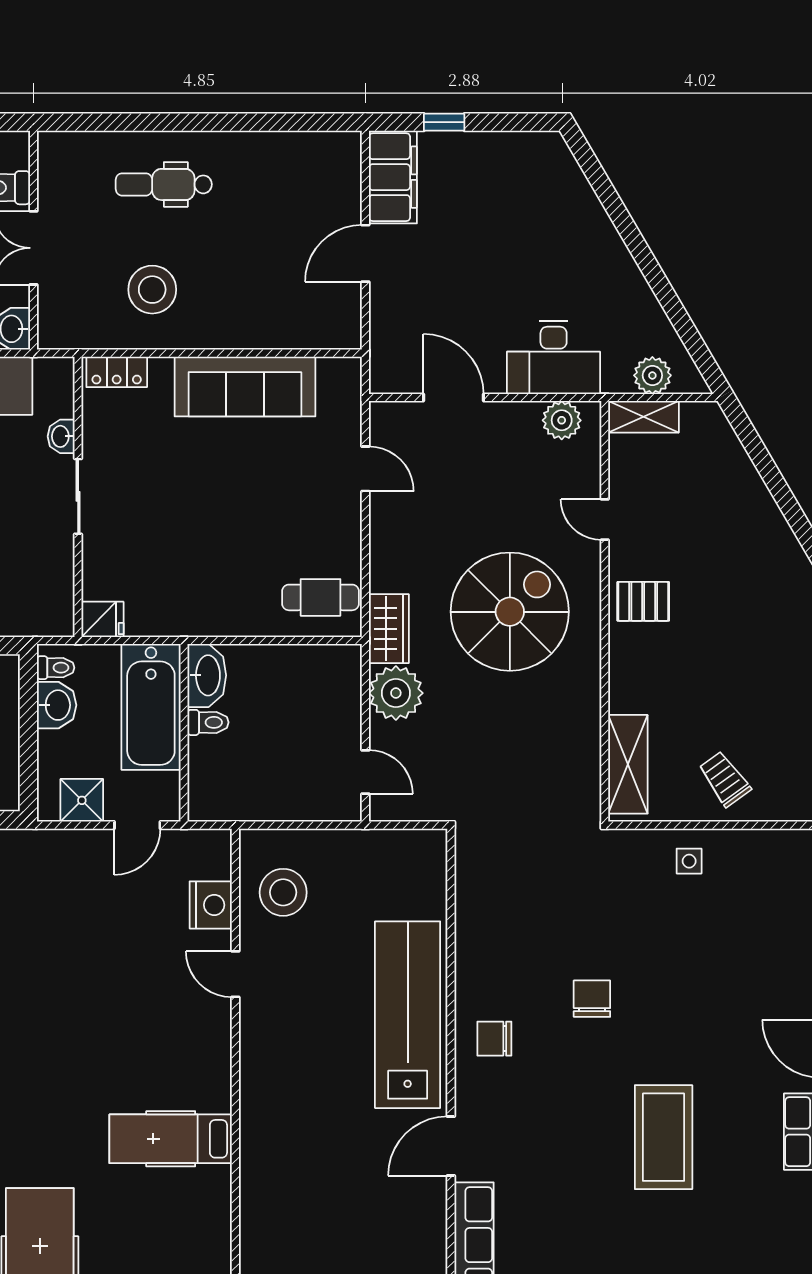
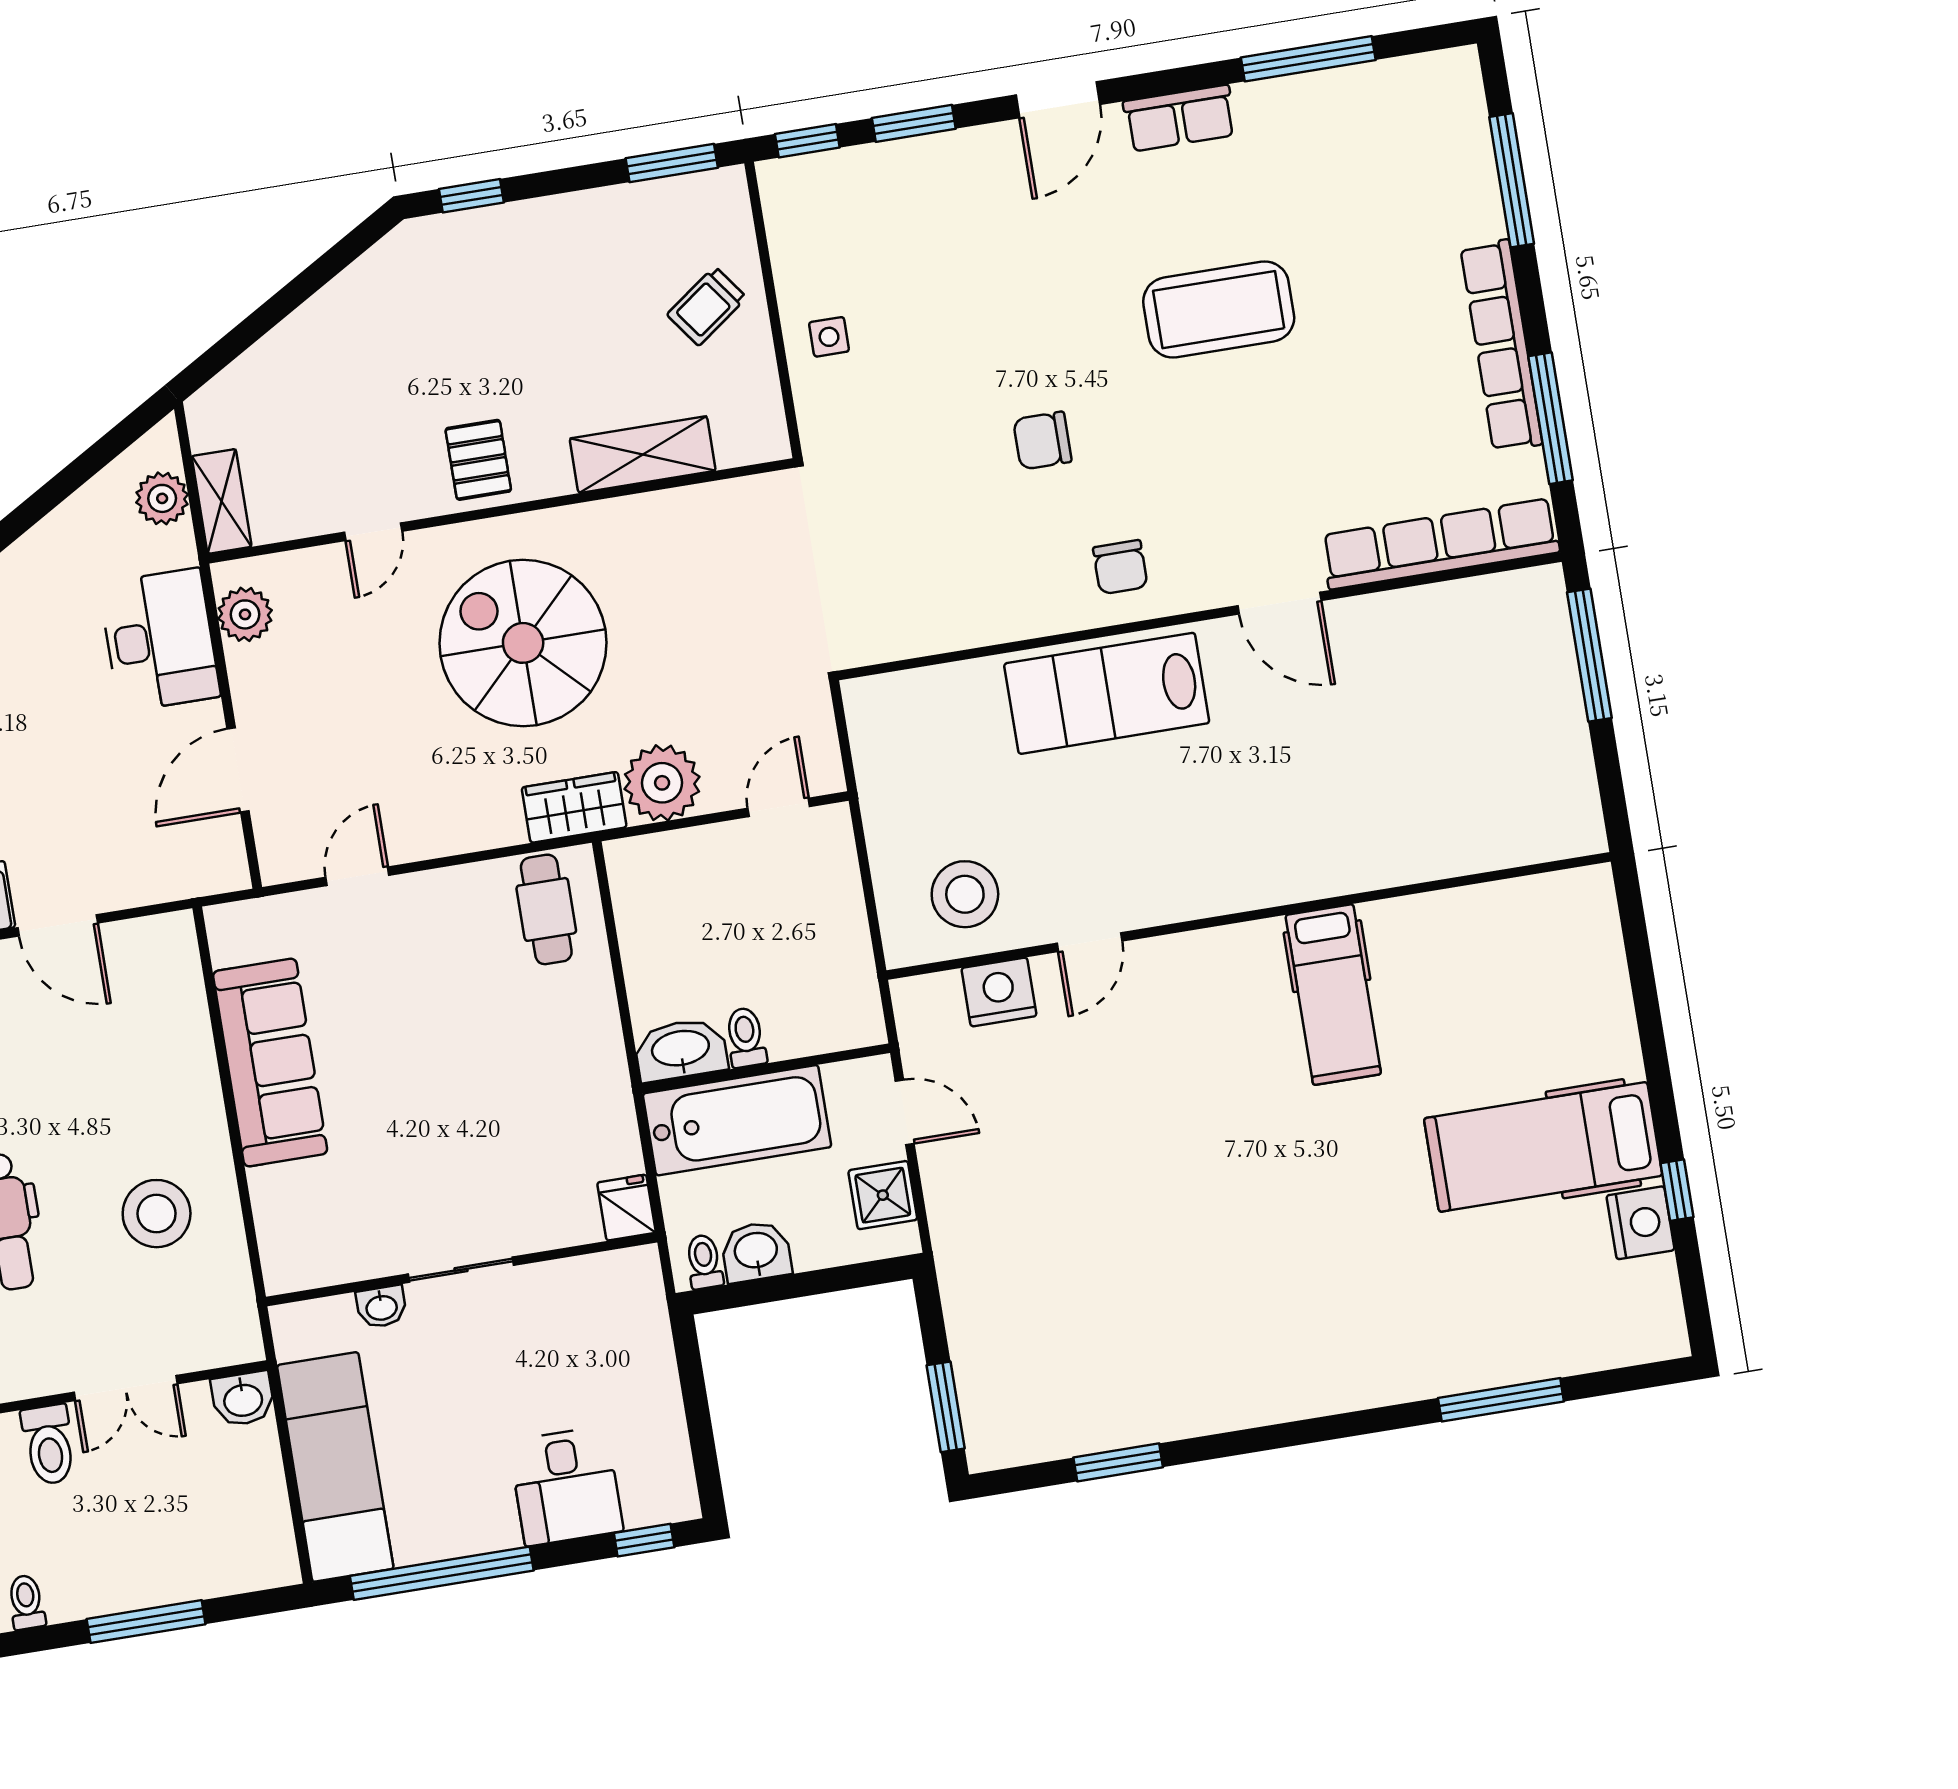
locker: (117, 372) -> (279, 1244), removed
shelving: (628, 764) -> (643, 455), moved
lab bench: (408, 1015) -> (1107, 693), width x0.73

